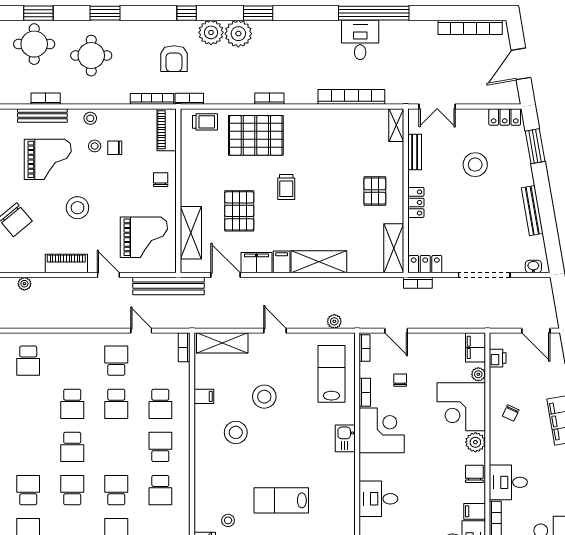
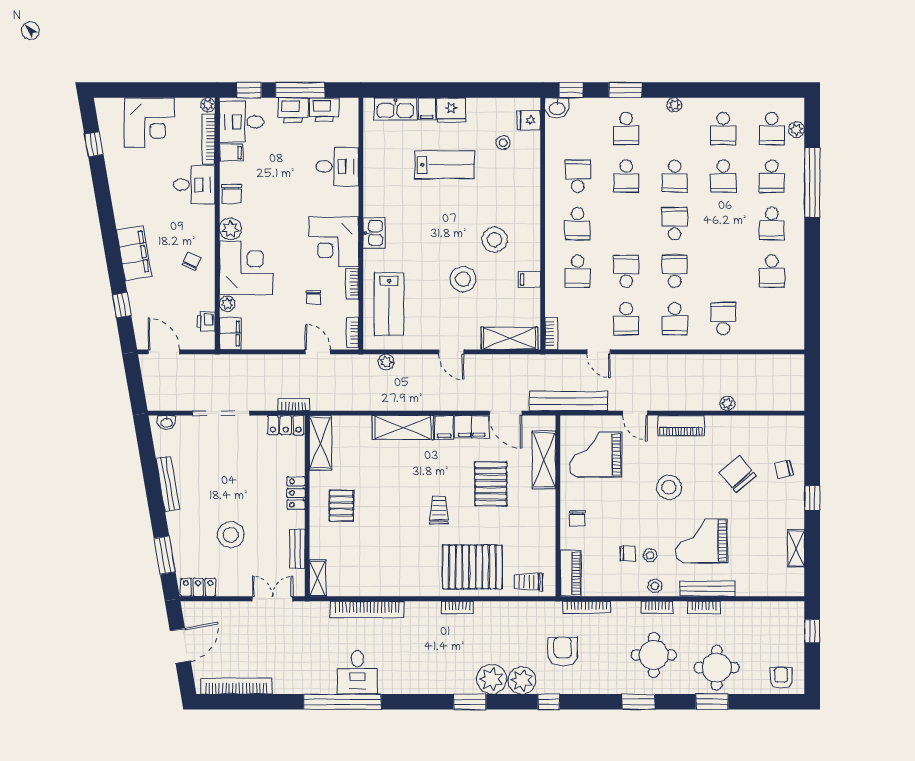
bookcase: (189, 99) -> (657, 607), moved
school desk: (72, 361) -> (675, 319), added
school desk: (160, 404) -> (578, 271), turned 180

